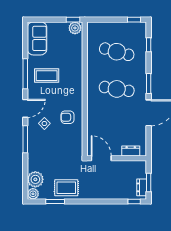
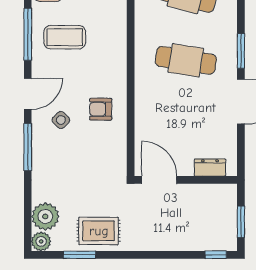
dresser: (142, 187) -> (229, 230), removed

